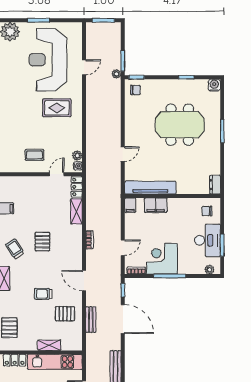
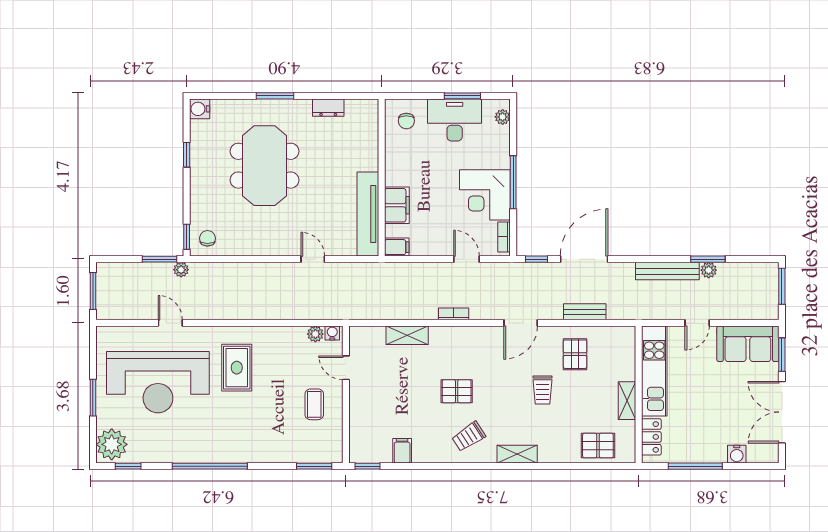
dresser: (215, 185) -> (328, 108), moved
locker: (77, 187) -> (367, 335), removed
shelving: (49, 345) -> (627, 401), moved

